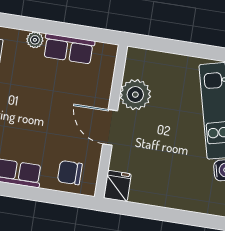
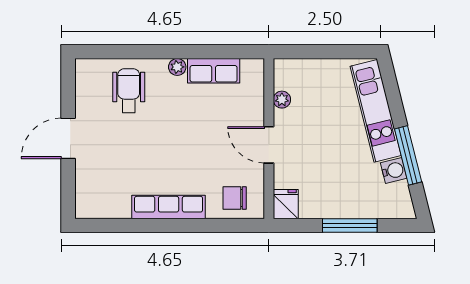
plant: (135, 95) -> (282, 100), width x0.53, depth x0.53
window: (175, 216) -> (350, 226), added

